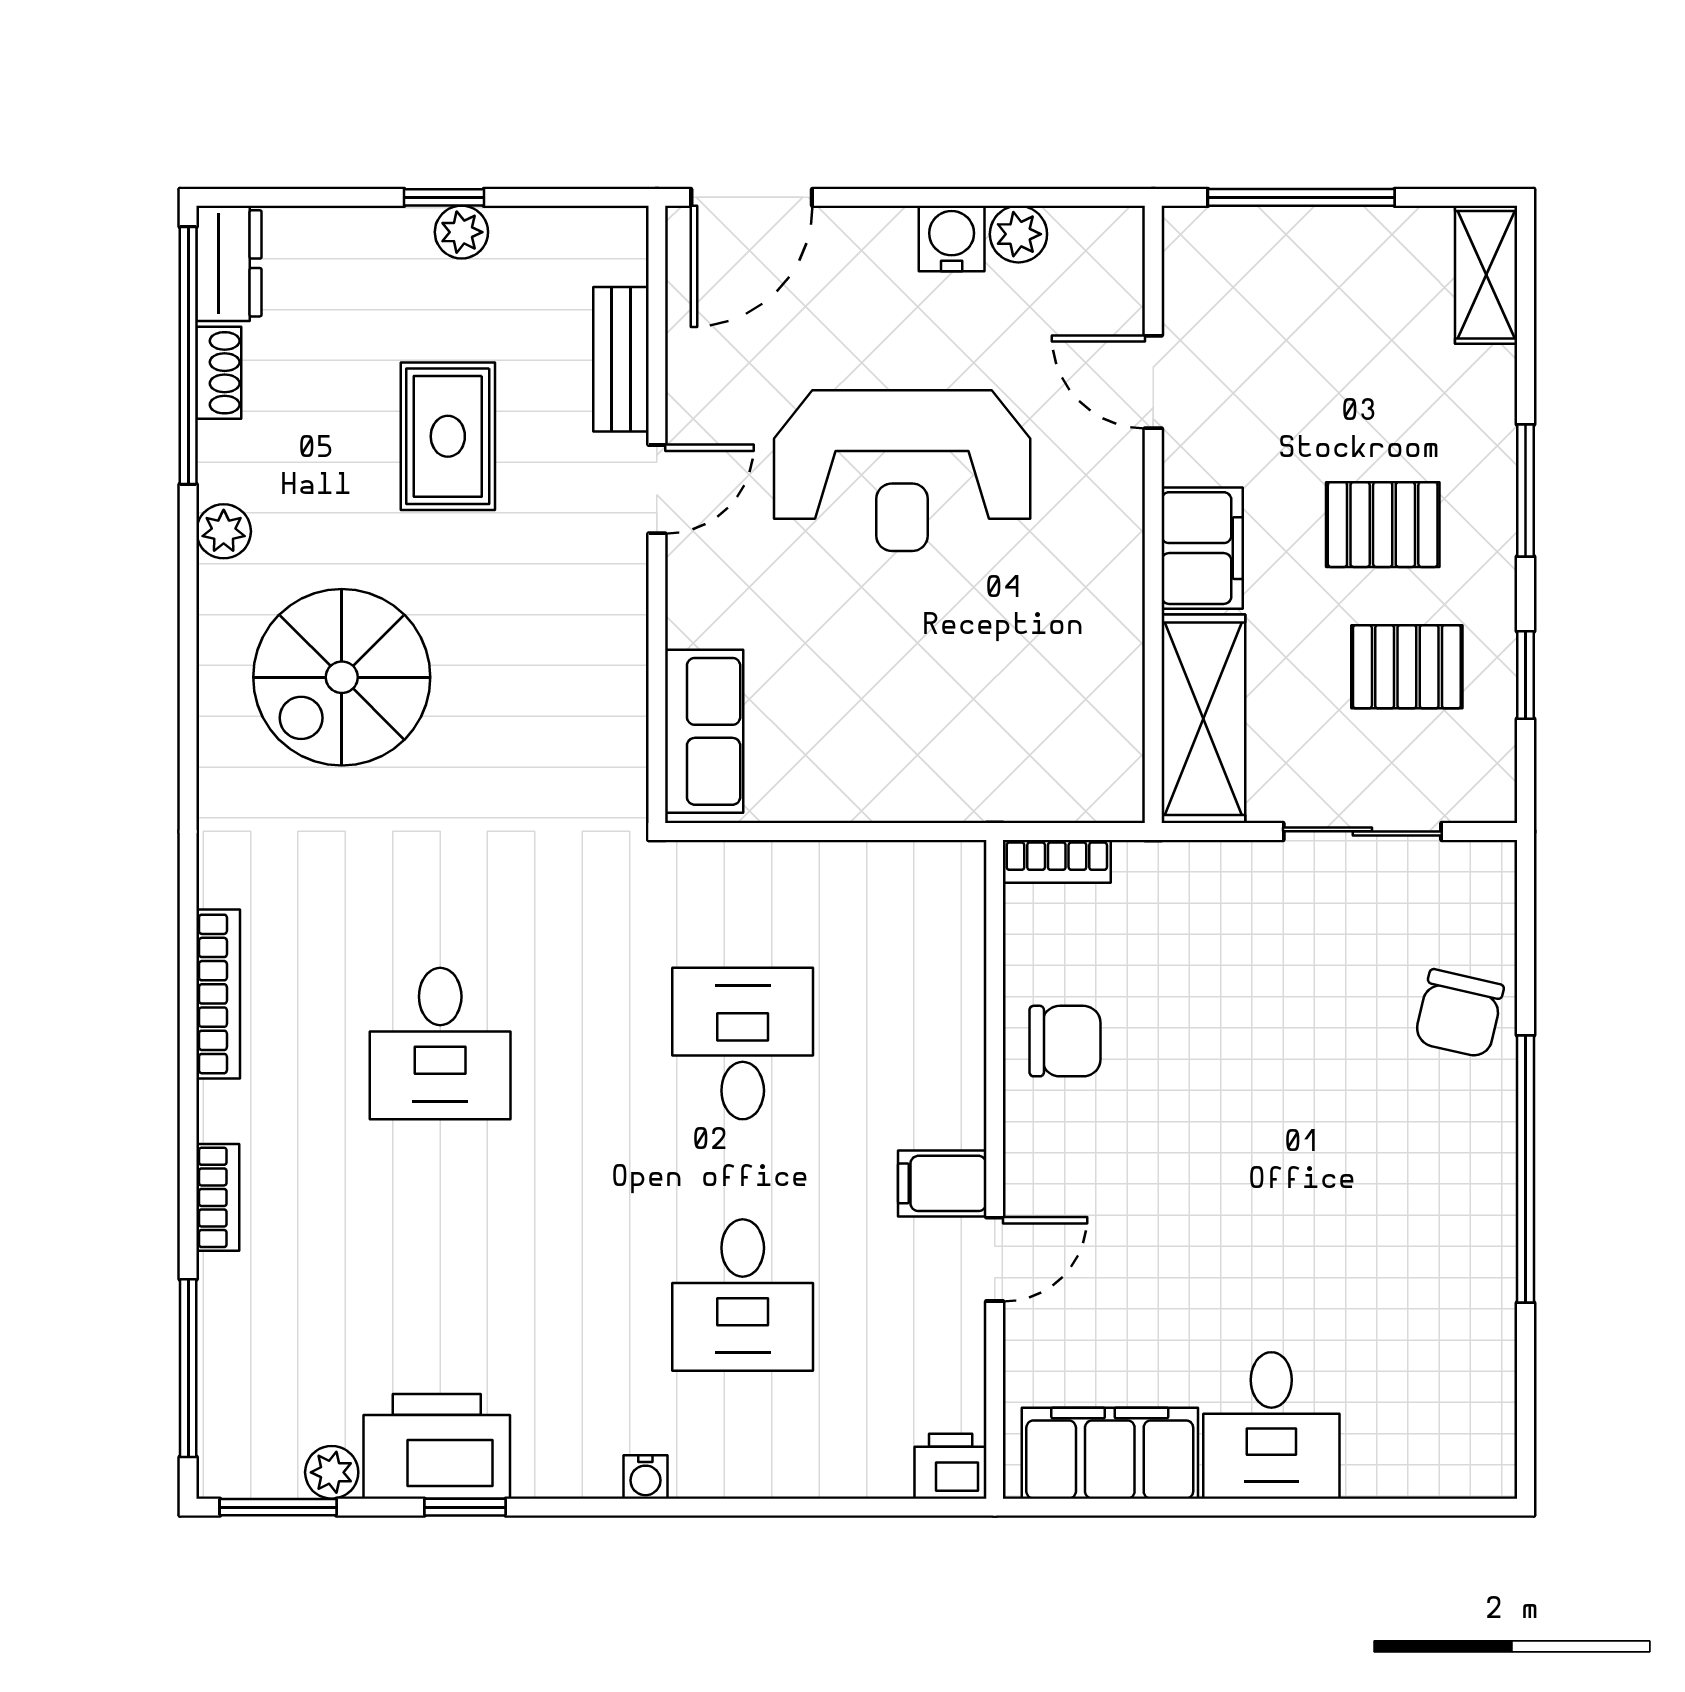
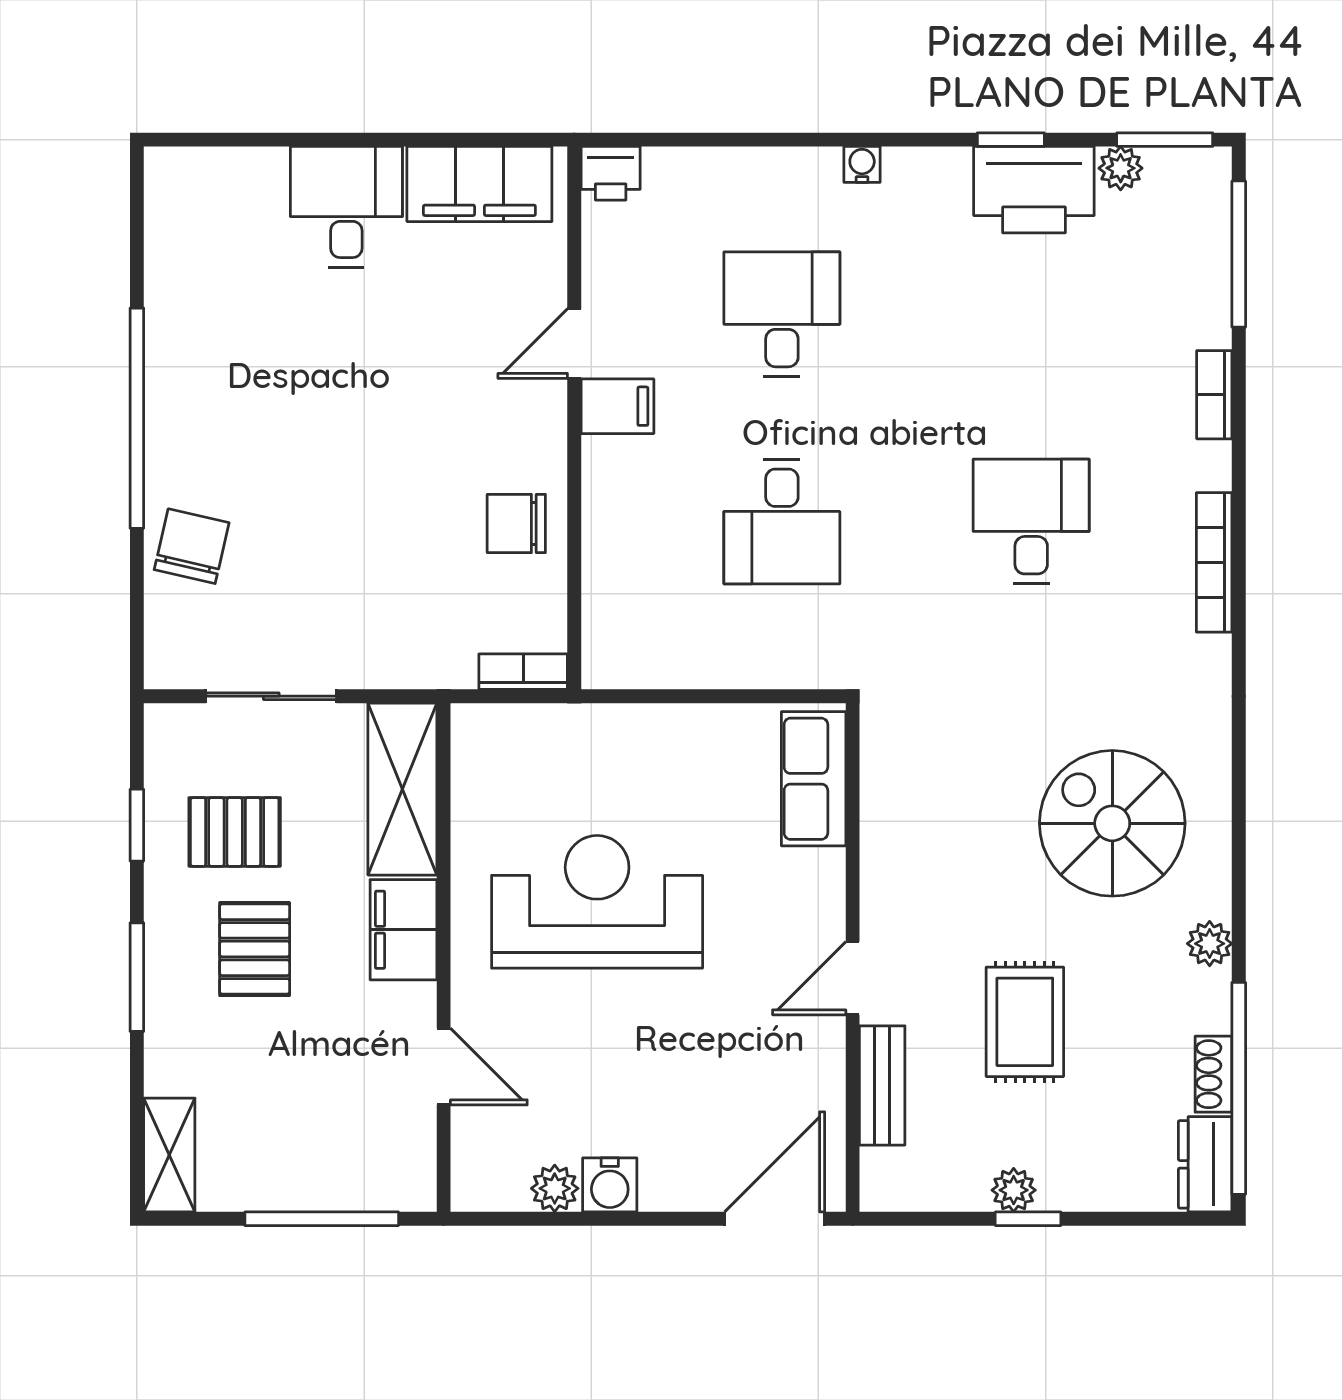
reception desk: (902, 471) -> (597, 902), moved
pallet: (1383, 525) -> (255, 949), turned 90
spiral stairs: (342, 677) -> (1112, 823), turned -90

